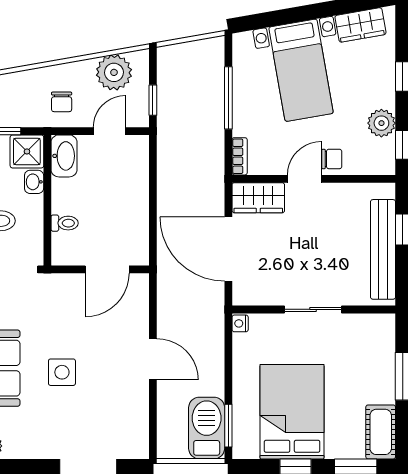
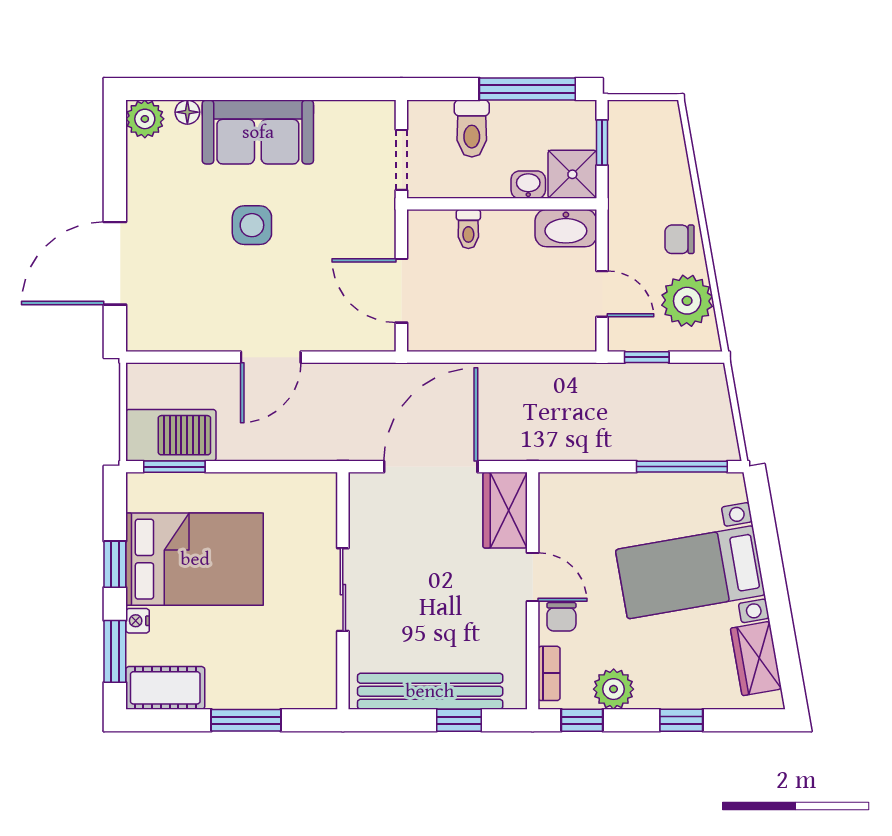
window: (228, 98) -> (682, 467), moved
chair: (62, 102) -> (679, 239), moved
bookcase: (240, 156) -> (549, 673), moved, turned -90
nightstand: (240, 323) -> (138, 621), moved, turned -90

